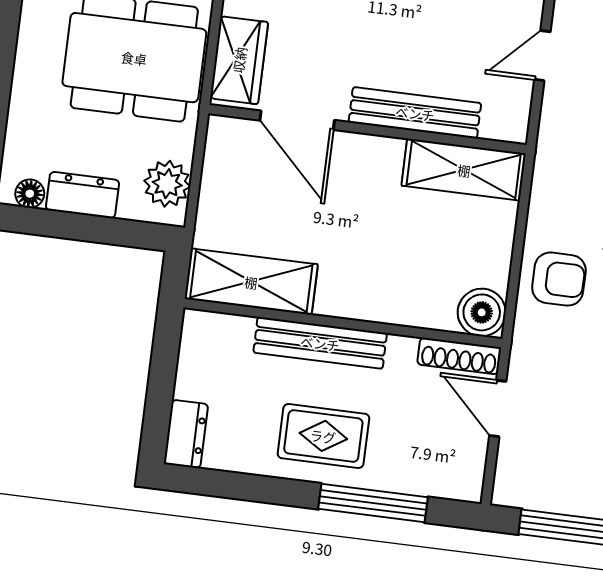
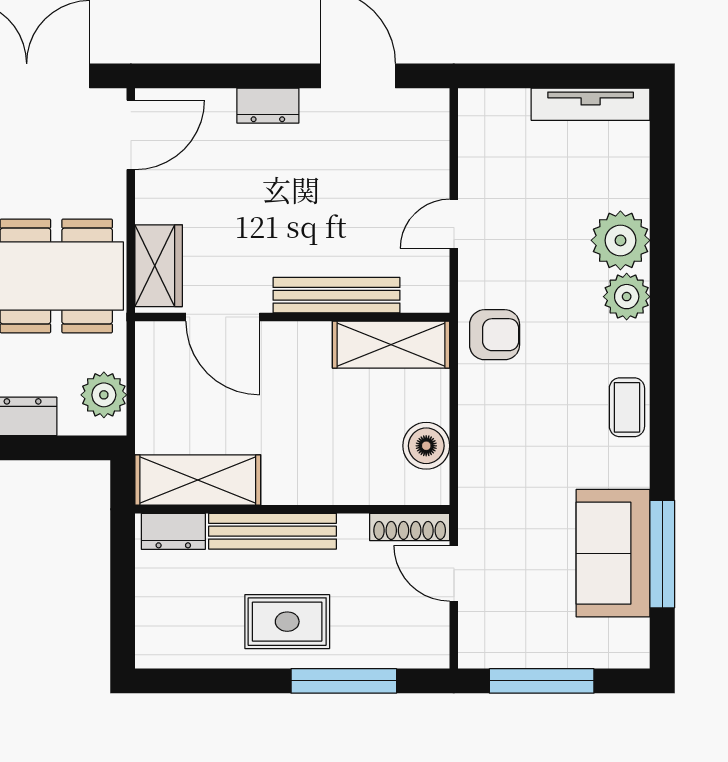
armchair: (559, 279) -> (495, 335), moved
boiler: (482, 312) -> (426, 446), moved
dresser: (186, 434) -> (173, 531), moved, turned 90

